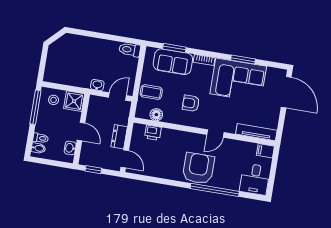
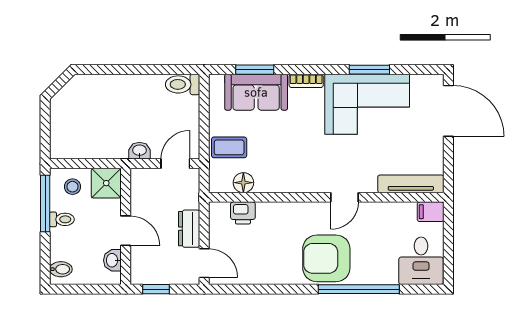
armchair: (191, 103) -> (297, 155), removed
toilet: (41, 138) -> (62, 219), moved
armchair: (198, 168) -> (326, 258), turned -90

